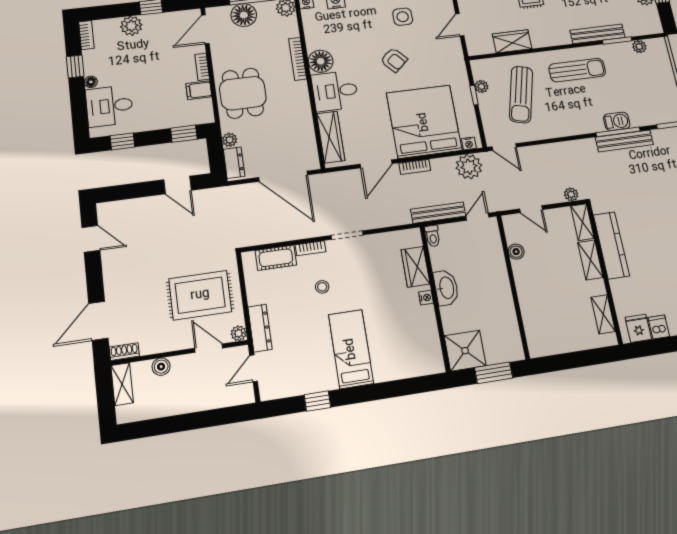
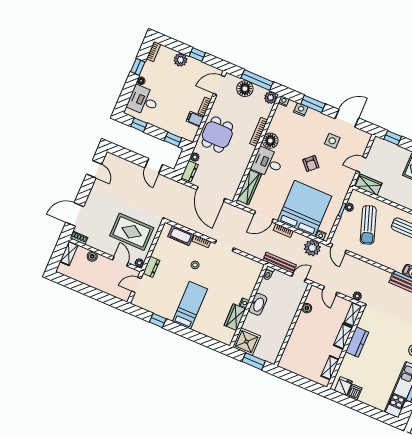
wardrobe: (512, 41) -> (369, 185), moved
sun lounger: (521, 95) -> (368, 225), turned -33
kitchen counter: (611, 245) -> (357, 342), width x0.67
wardrobe: (415, 267) -> (235, 317), moved
dresser: (260, 328) -> (151, 267), width x0.70

